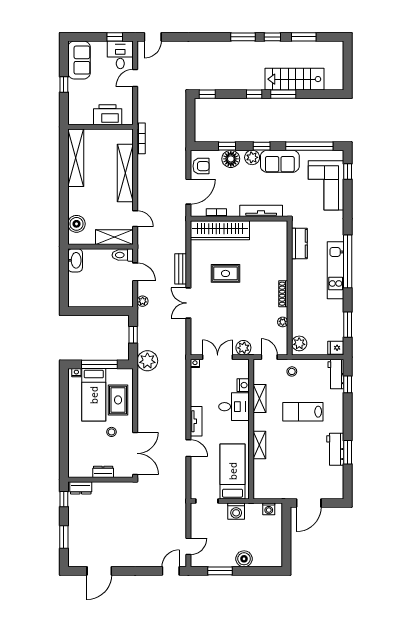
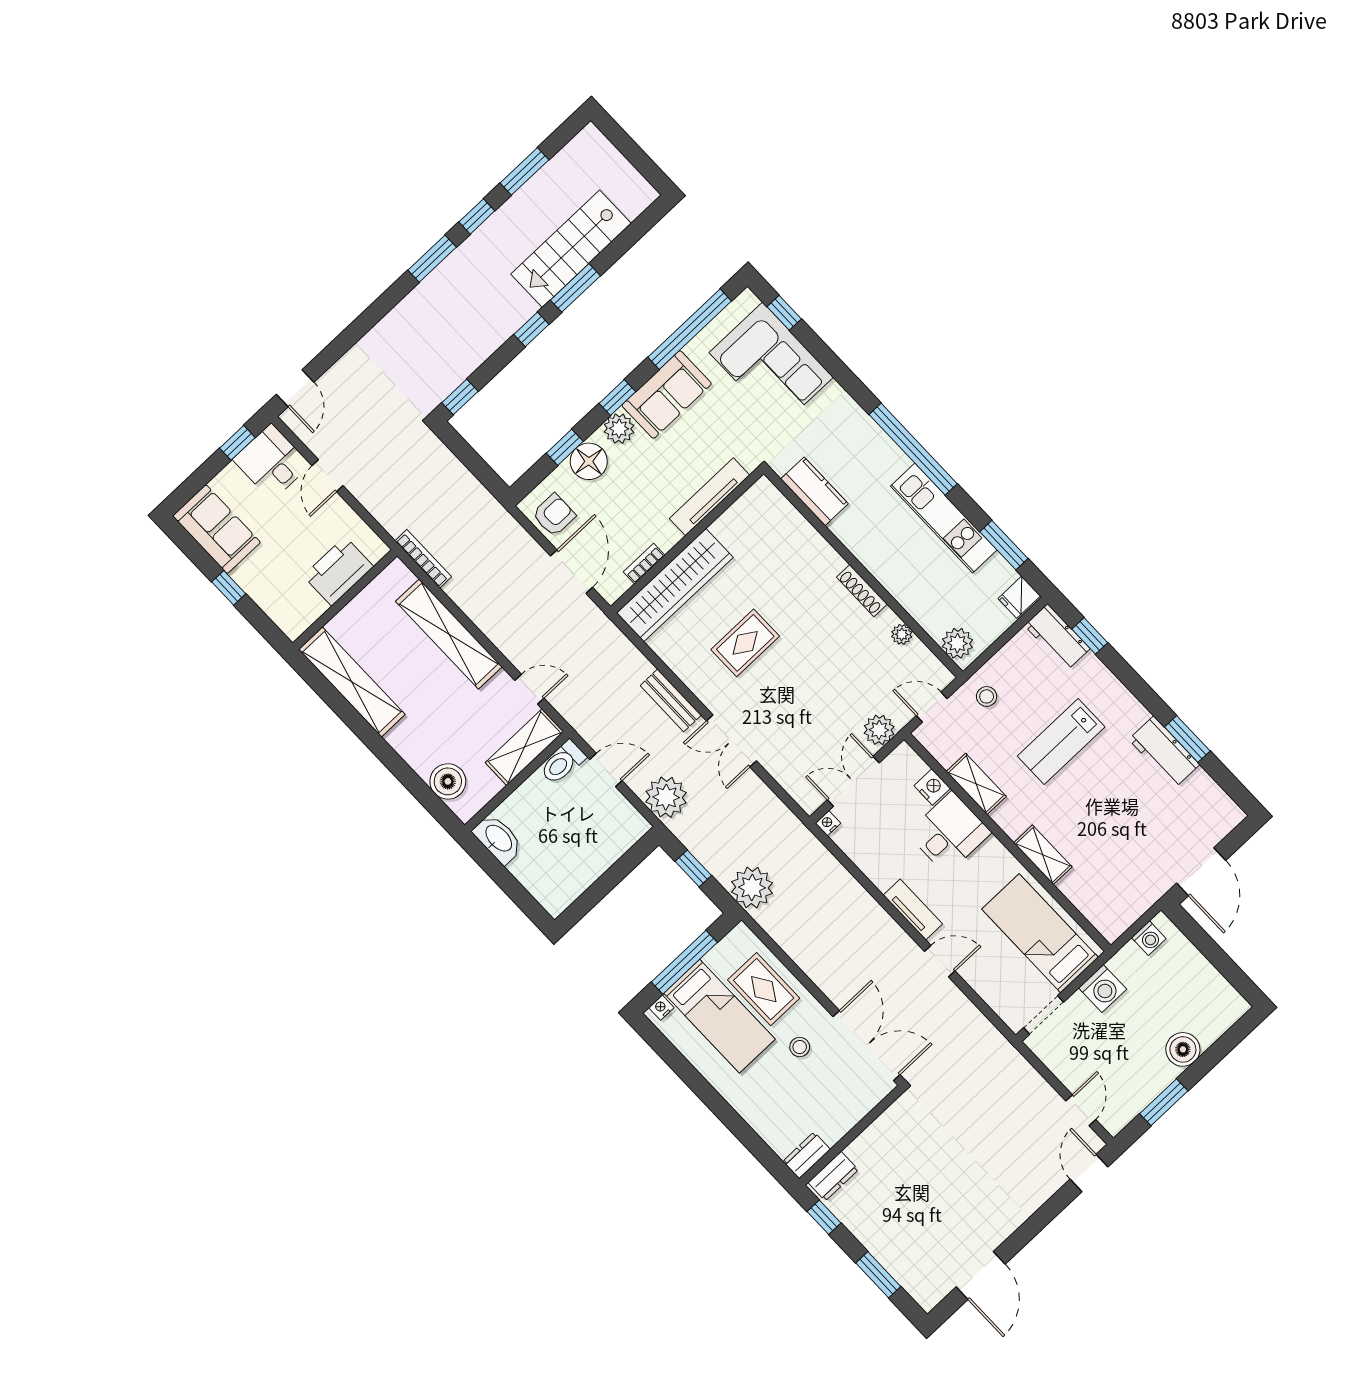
kitchen unit: (336, 270) -> (944, 518), moved
plant: (143, 301) -> (666, 797), width x1.87, depth x1.87
dresser: (103, 472) -> (807, 1155), moved

